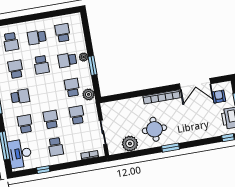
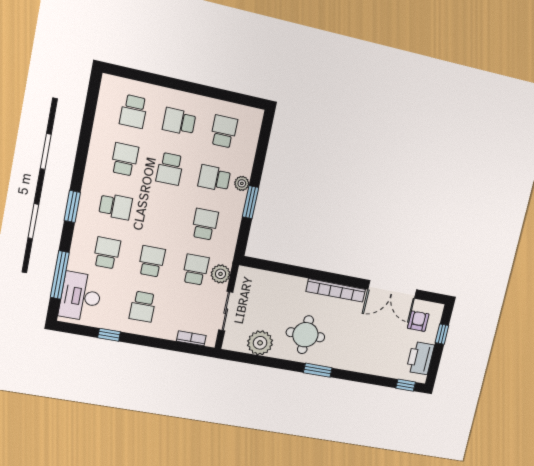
plant: (89, 94) -> (220, 274), moved

